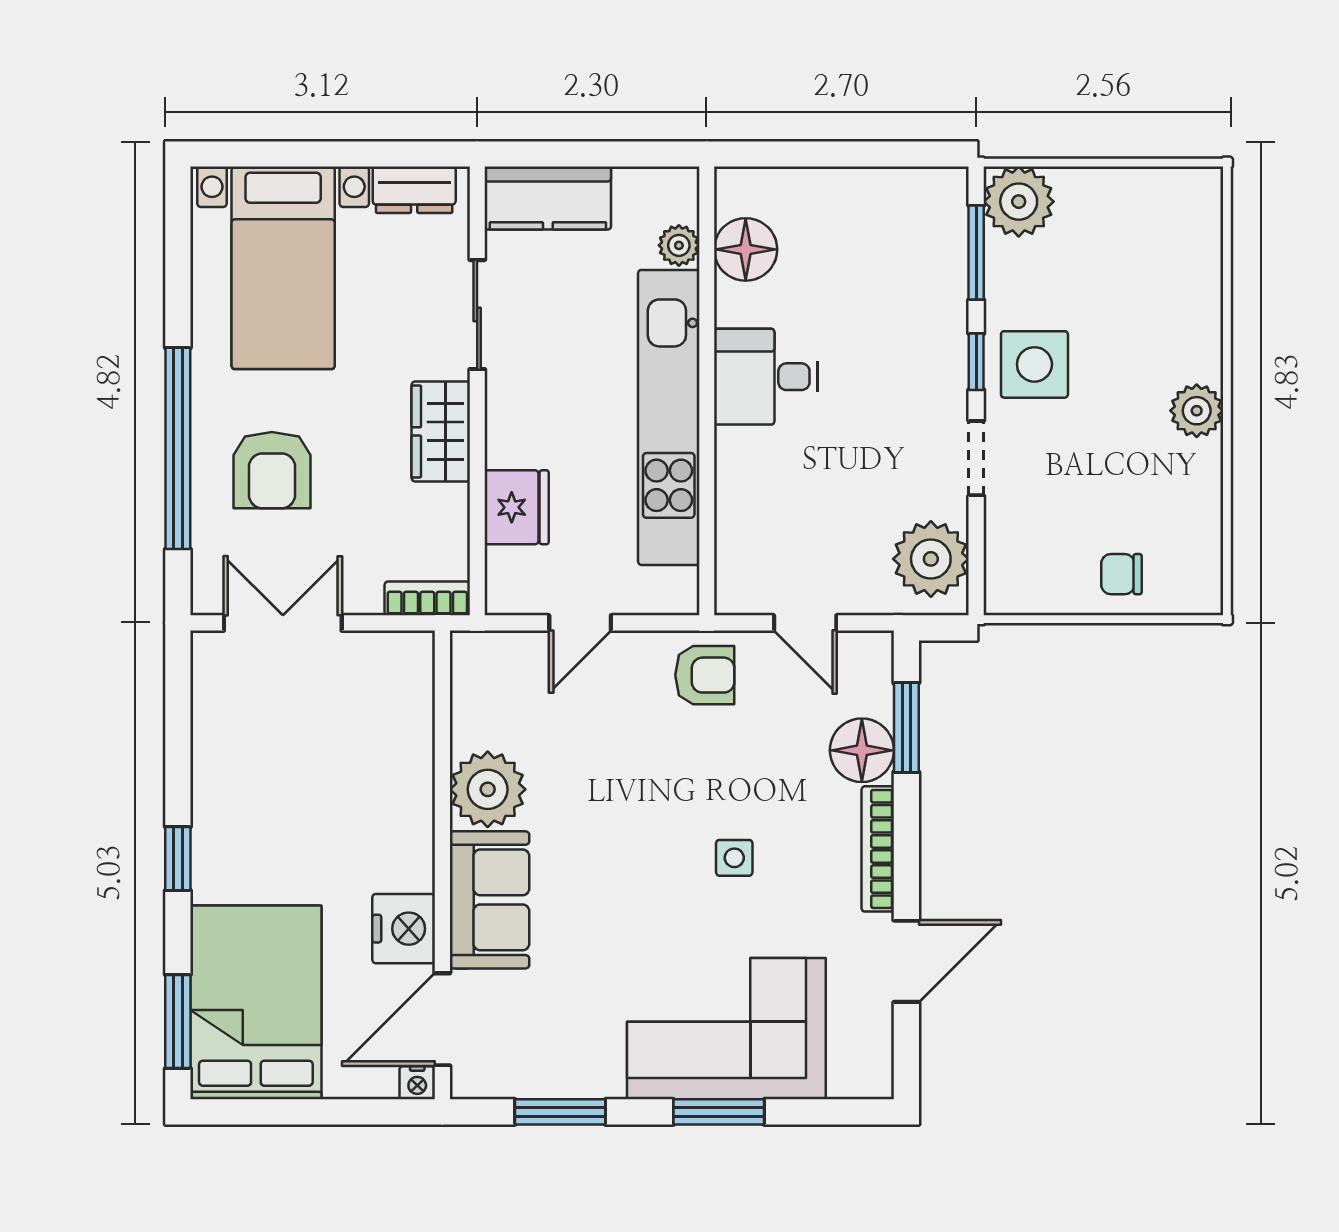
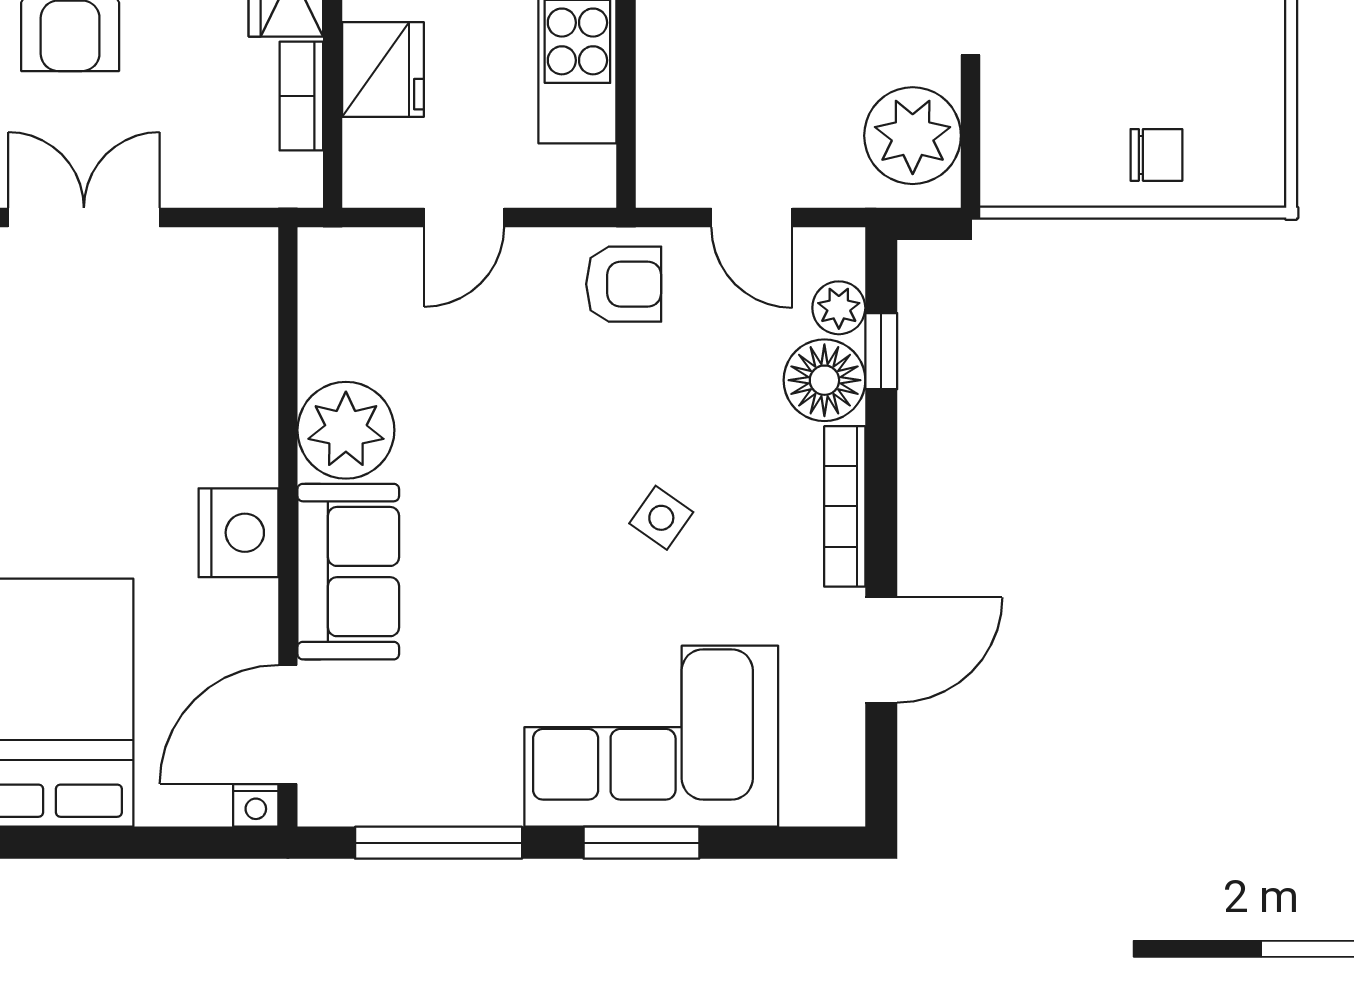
chair: (1121, 574) -> (1156, 155), turned 180
bookcase: (427, 598) -> (301, 96), moved, turned -90
plant: (873, 694) -> (839, 308), added
window: (906, 727) -> (881, 351), width x0.67
side table: (734, 858) -> (661, 518), turned 35
nightstand: (404, 929) -> (238, 533), moved
window: (560, 1112) -> (439, 843), width x1.44

